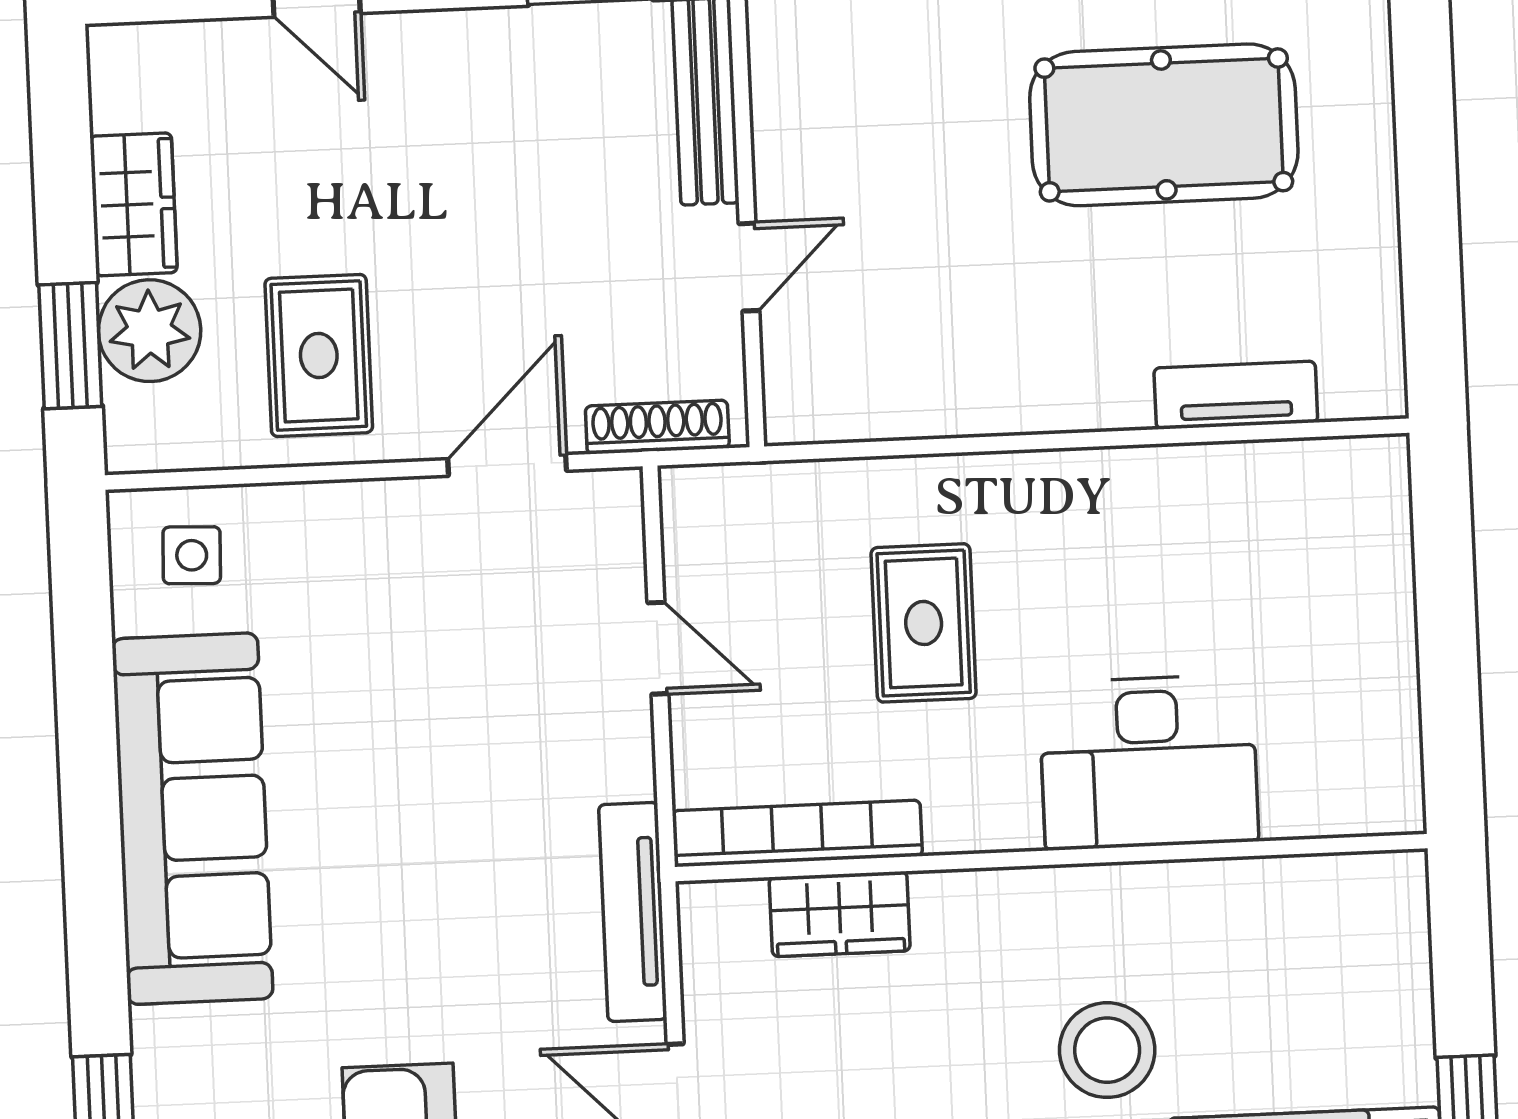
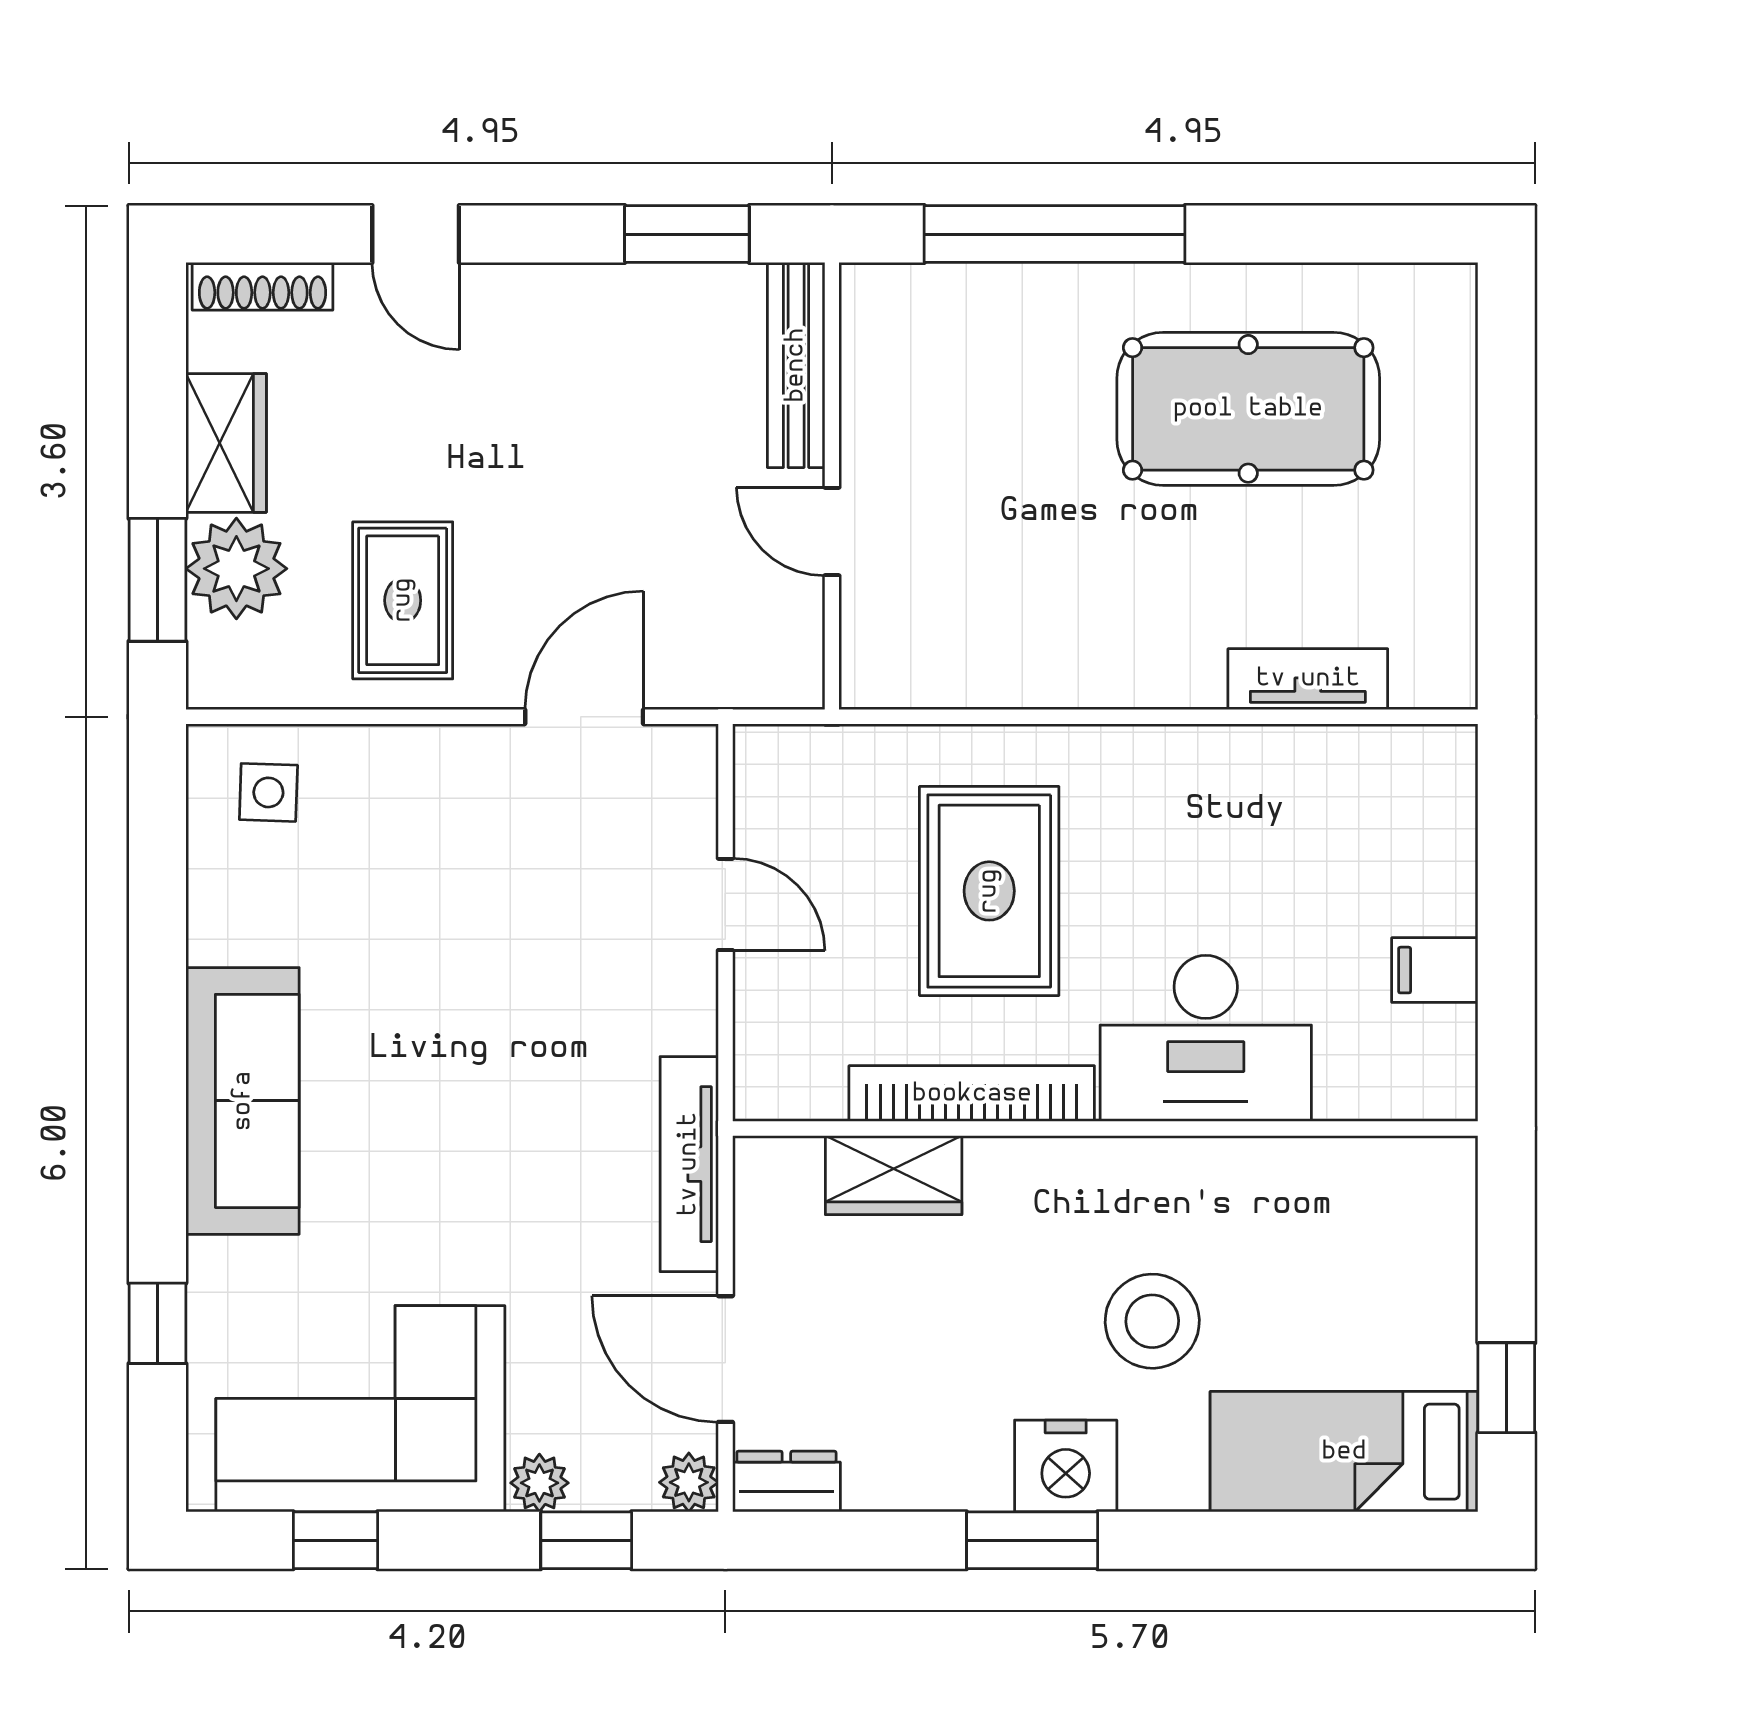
door: (749, 267) -> (832, 531), swing flipped
shoe rack: (657, 427) -> (263, 286), moved, turned 180
rug: (924, 623) -> (989, 891), width x1.36, depth x1.43
filing cabinet: (1377, 683) -> (1435, 970), added
sofa: (193, 819) -> (243, 1101), width x0.74, depth x0.79
bookcase: (797, 833) -> (972, 1094), moved

